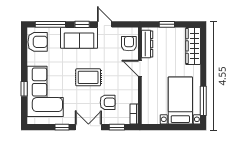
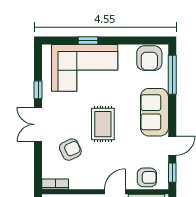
window: (82, 24) -> (172, 173), moved
armchair: (108, 102) -> (70, 150), turned -115
double door: (88, 127) -> (38, 124), swing flipped
window: (117, 127) -> (38, 162), removed

